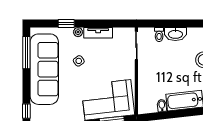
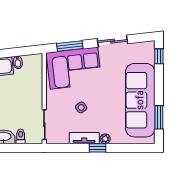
window: (66, 23) -> (98, 148), moved
window: (26, 53) -> (159, 117), width x0.69
side table: (79, 61) -> (81, 107), moved

